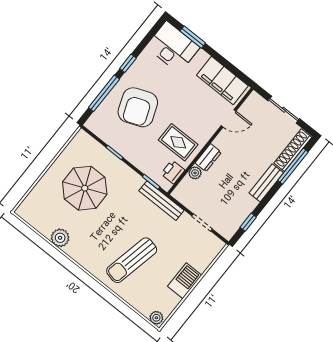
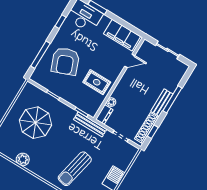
window: (128, 63) -> (60, 22), moved
shoe rack: (293, 150) -> (147, 128), moved
dresser: (208, 158) -> (104, 114), moved
window: (293, 166) -> (172, 99), moved
printer: (173, 172) -> (96, 103), removed

